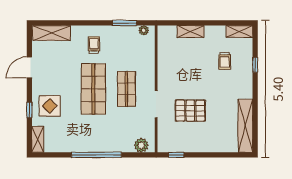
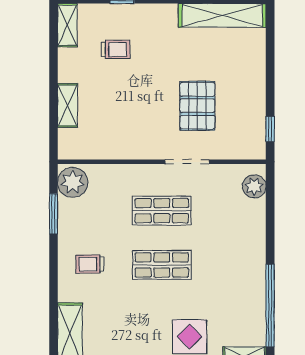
plant: (144, 30) -> (73, 182), width x1.87, depth x1.87
shop shelf: (93, 89) -> (162, 265), width x0.70, depth x0.74
window: (96, 155) -> (270, 306), moved

